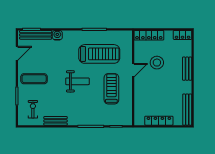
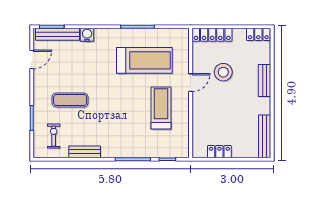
exercise mat: (34, 79) -> (70, 100), moved
weight bench: (77, 81) -> (115, 98), removed
locker: (159, 121) -> (219, 152), width x0.66

